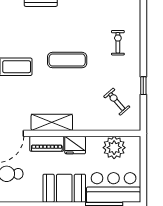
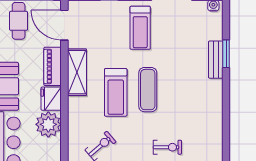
treadmill: (70, 88) -> (116, 92), added
plant: (114, 148) -> (48, 124), moved

